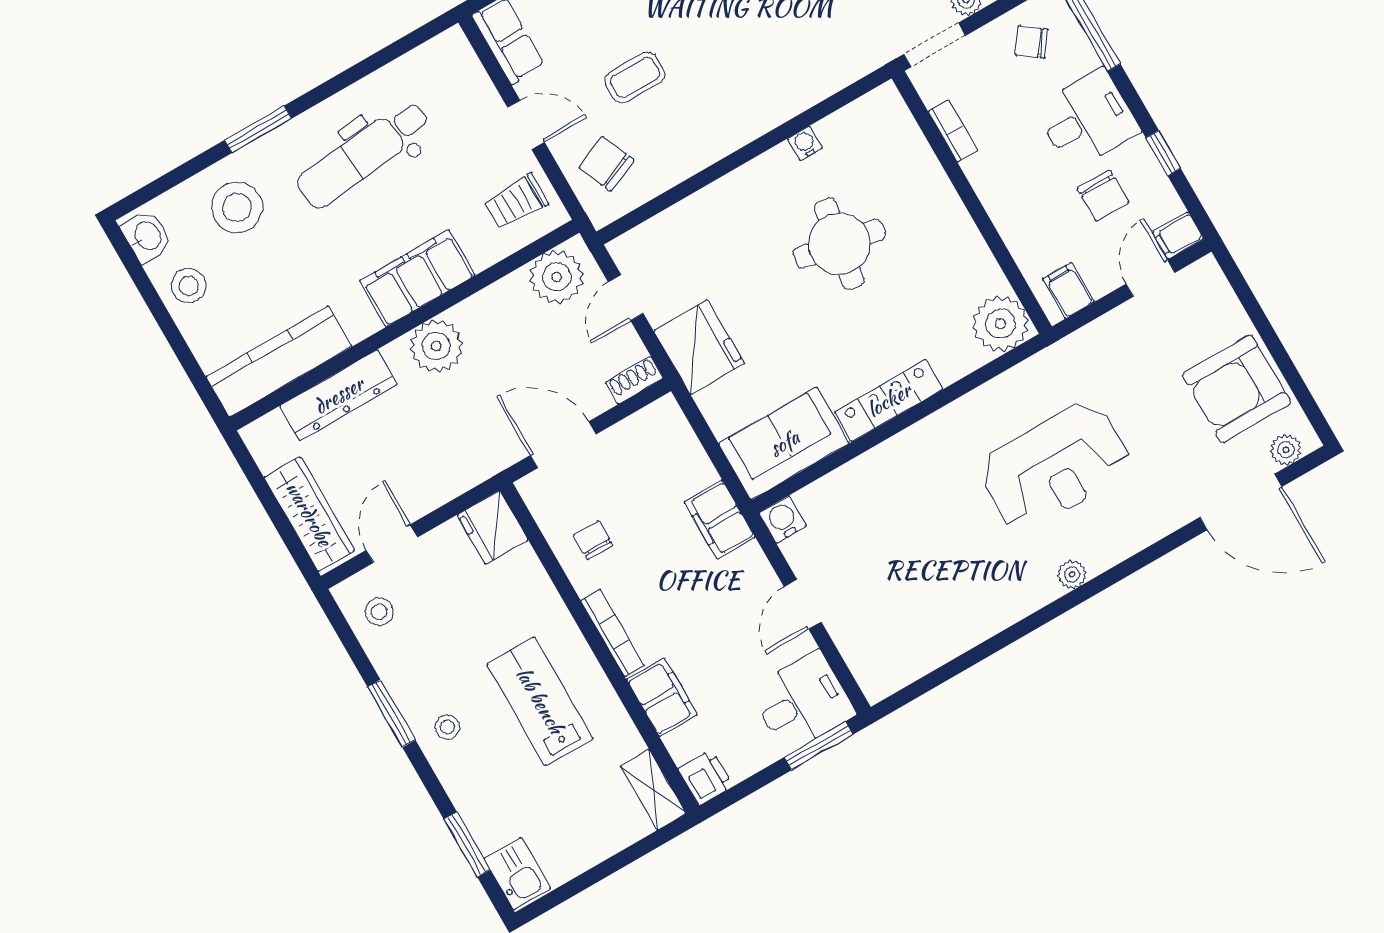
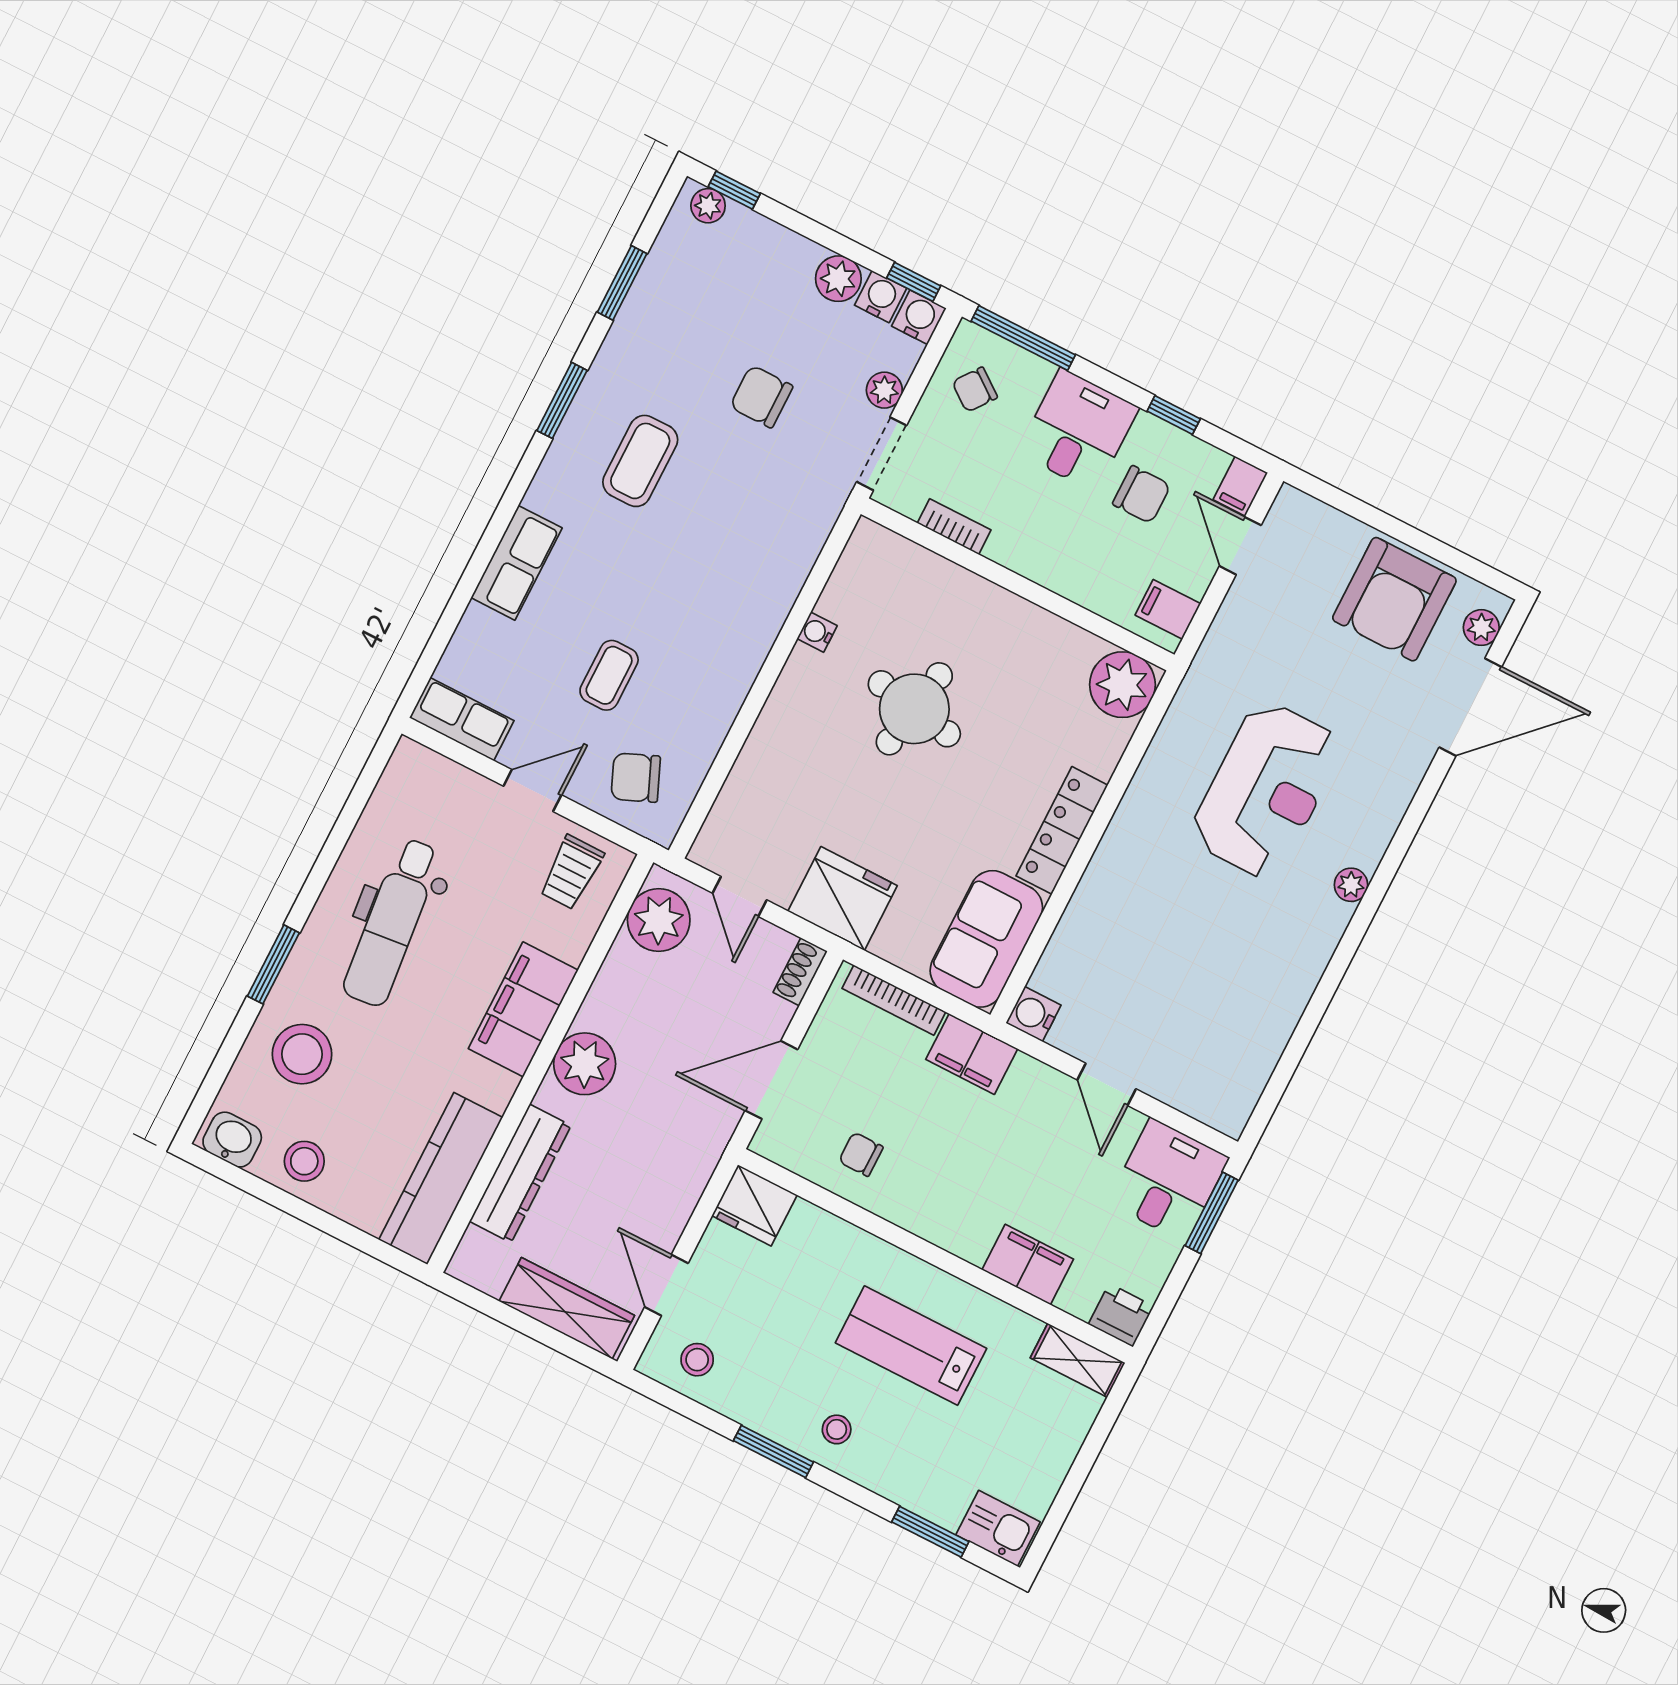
bookcase: (612, 633) -> (894, 1000), moved, turned 180

